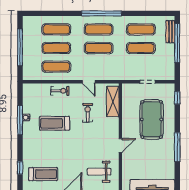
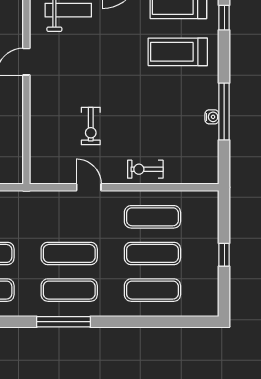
window: (102, 13) -> (63, 322), width x0.68
window: (20, 47) -> (224, 255), width x0.32
shelving: (113, 102) -> (42, 148), removed
treadmill: (55, 123) -> (178, 52), moved, turned 180

